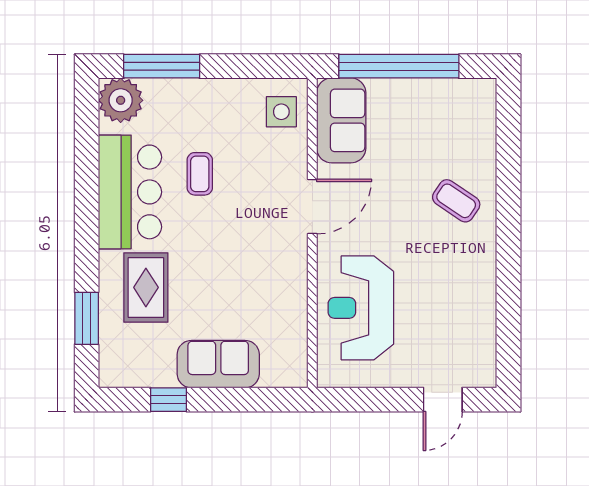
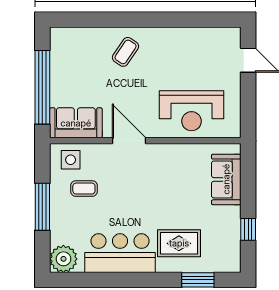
window: (162, 66) -> (42, 207), moved
coffee table: (200, 174) -> (84, 189), moved
sofa: (218, 364) -> (226, 179), moved

